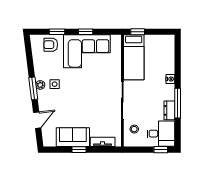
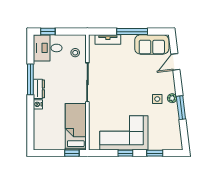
armchair: (51, 45) -> (161, 140), removed
window: (33, 88) -> (181, 108), moved
dresser: (169, 110) -> (39, 89), moved
sofa: (73, 137) -> (152, 44), moved
window: (79, 150) -> (132, 32), width x2.17

